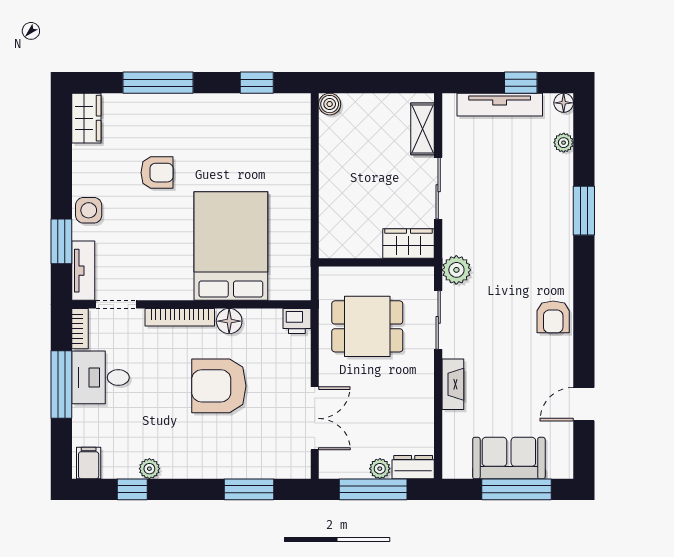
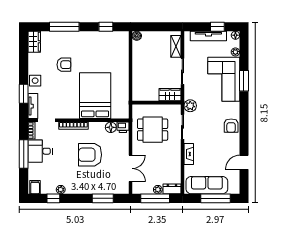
corner sofa: (536, 207) -> (224, 79), added
floor lamp: (229, 321) -> (111, 127), moved
sofa: (509, 458) -> (207, 185), width x1.36

